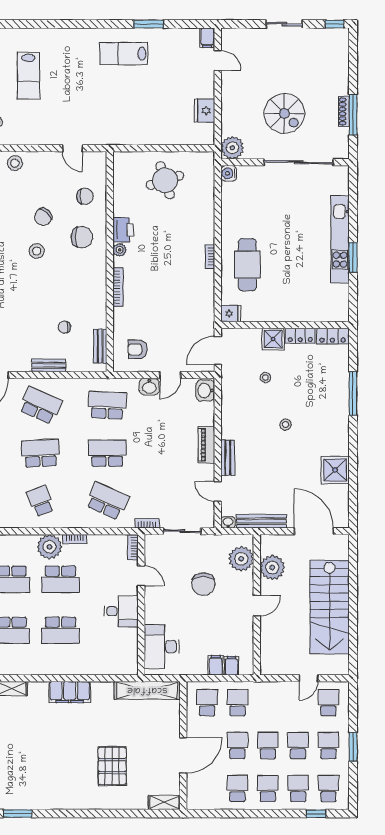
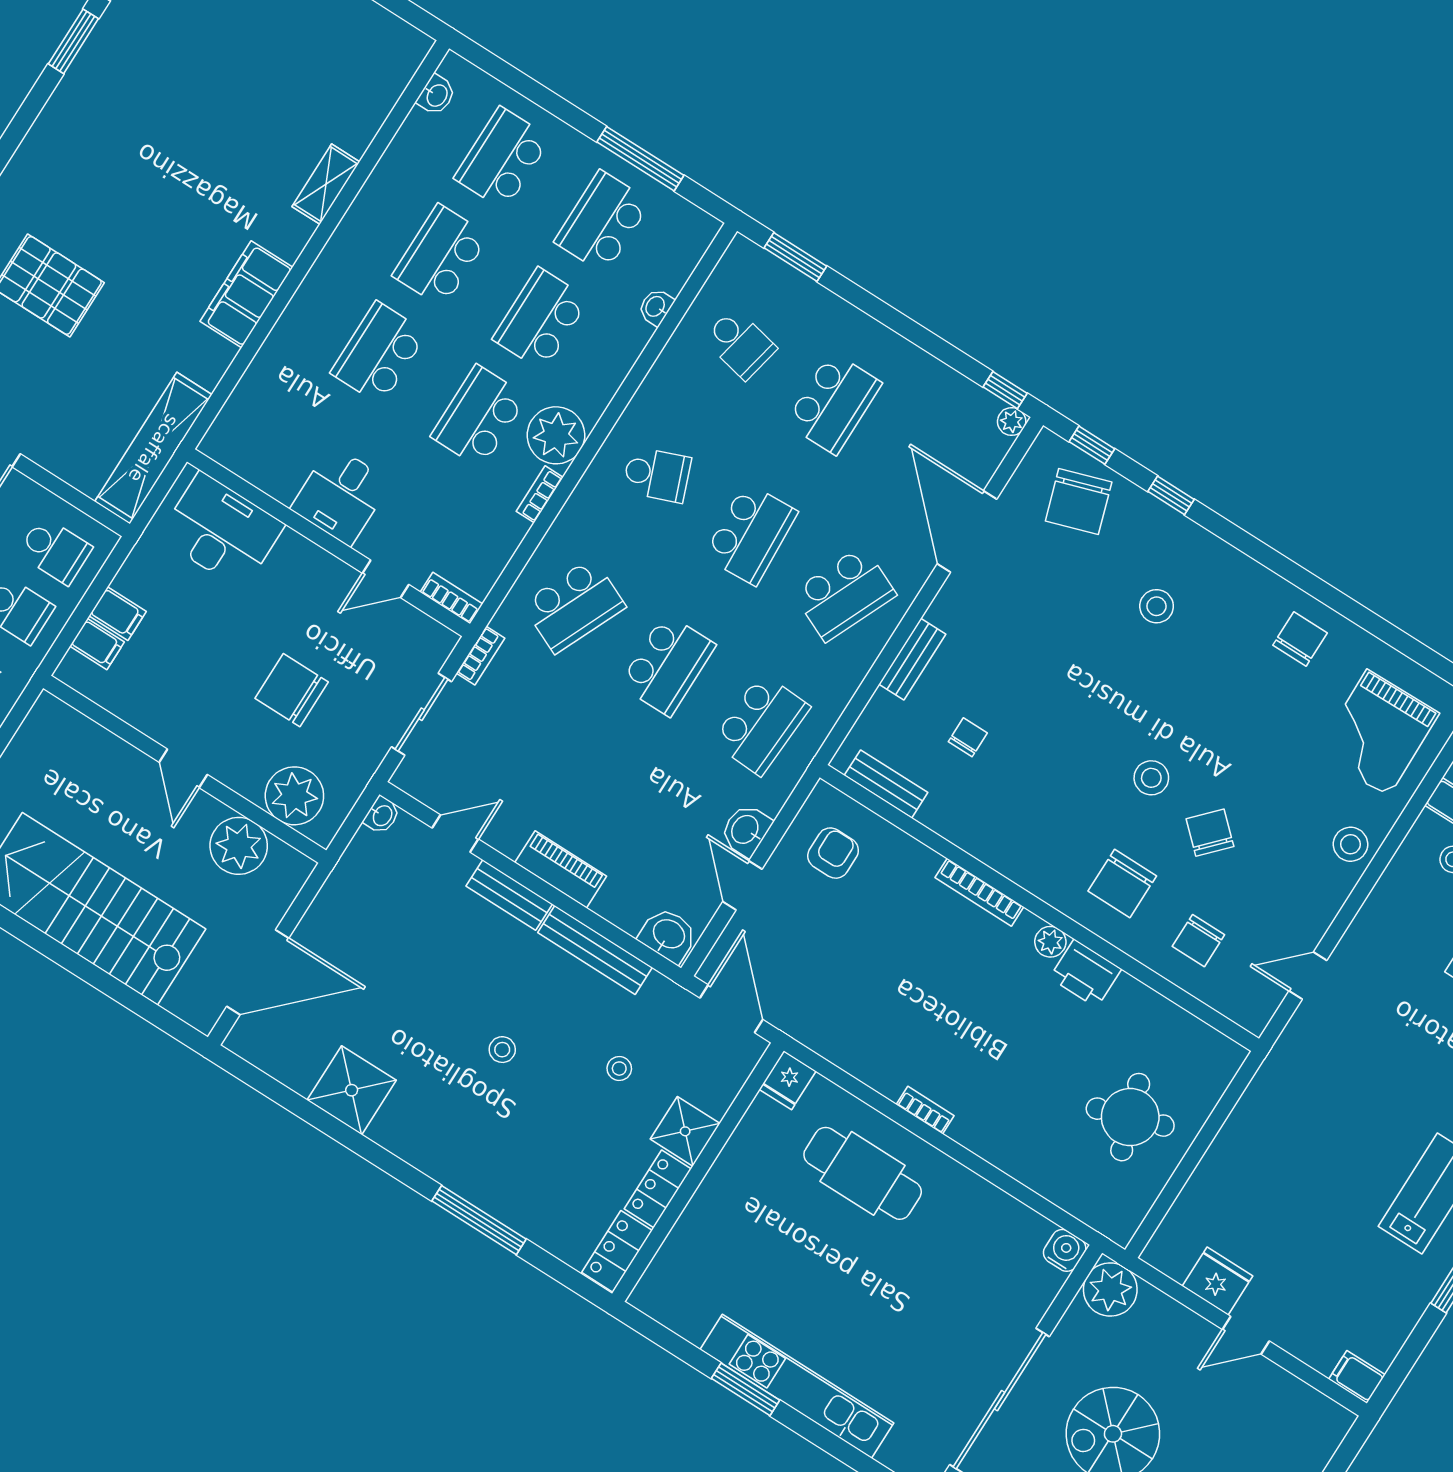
door: (218, 61) -> (1246, 1335), moved
bench: (261, 521) -> (595, 950), moved, turned 90

